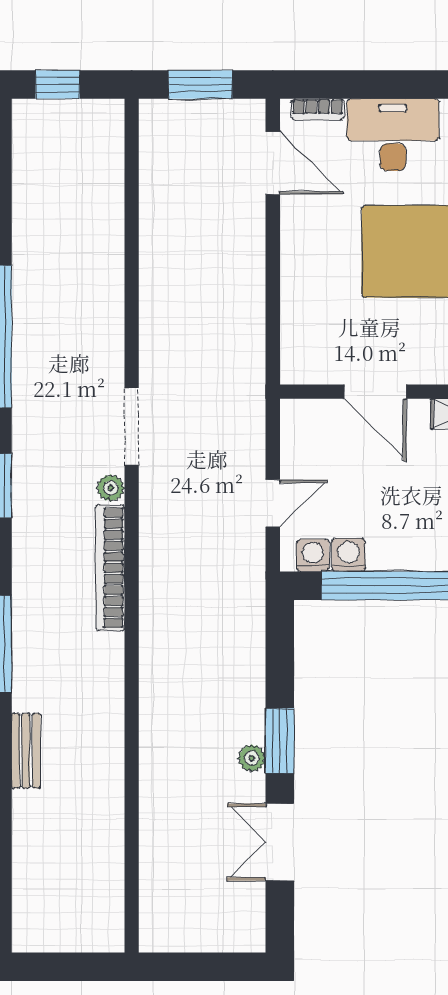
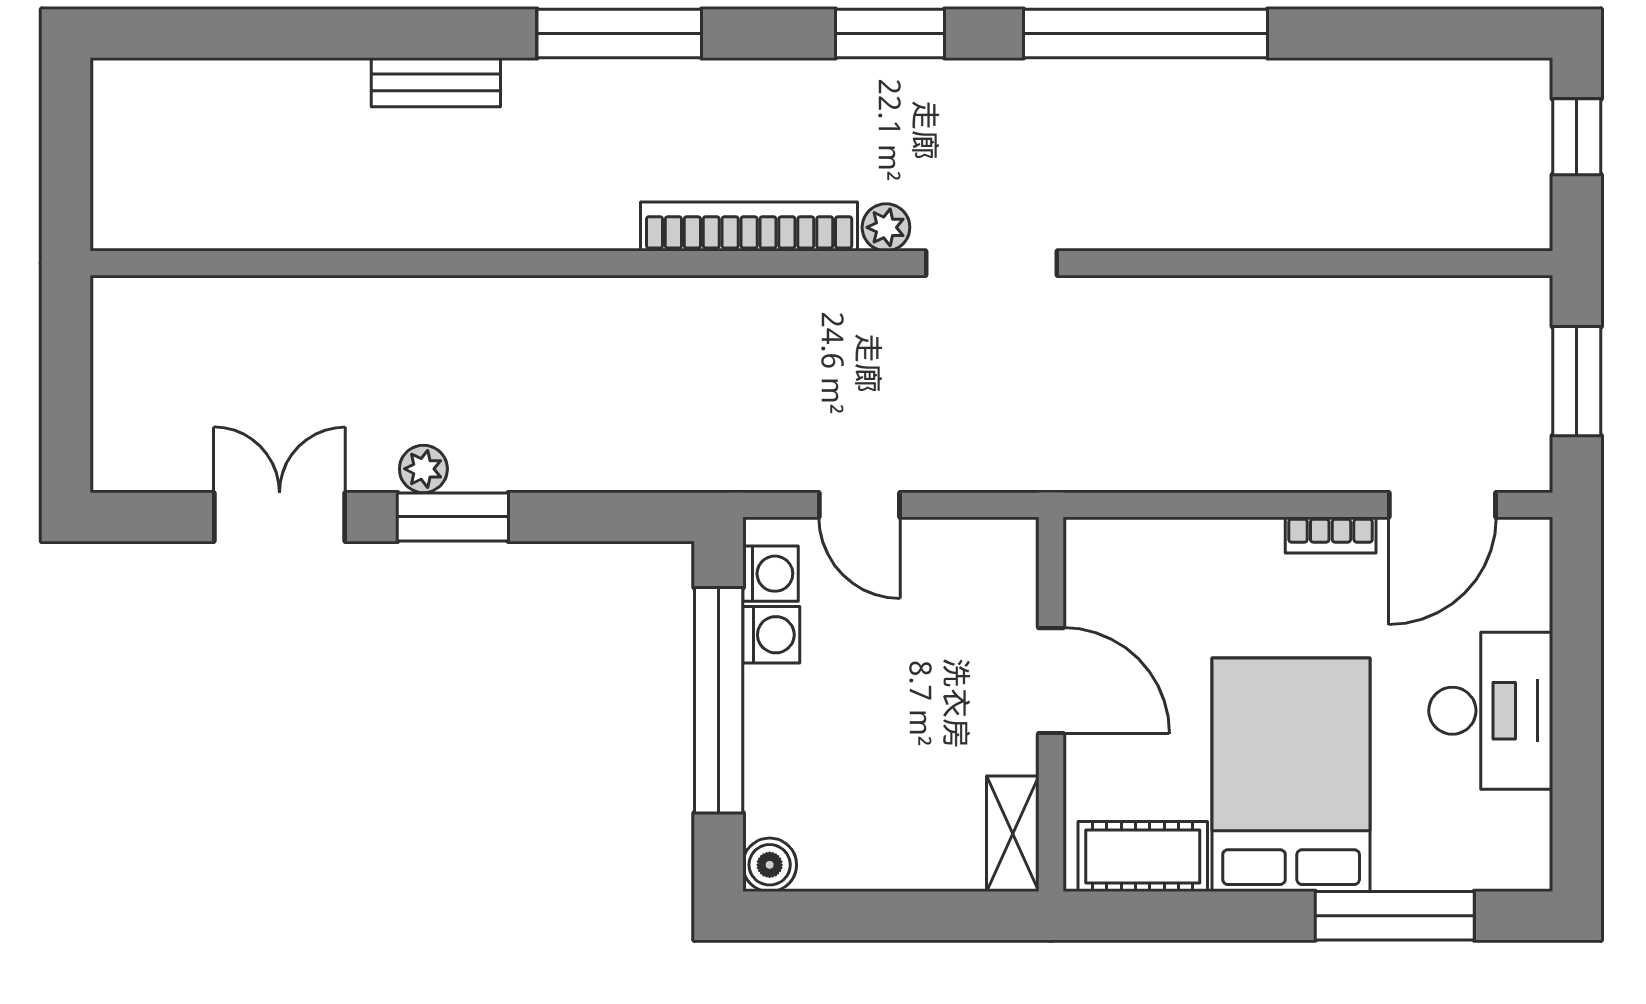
bookcase: (318, 109) -> (1331, 535), moved, turned -90
door: (375, 392) -> (1051, 681), swing flipped

